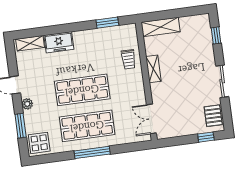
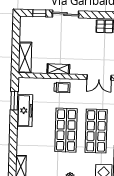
freezer: (59, 42) -> (25, 111), moved, width x1.40
trolley: (128, 59) -> (62, 88), moved
sliding door: (222, 81) -> (66, 14), moved

